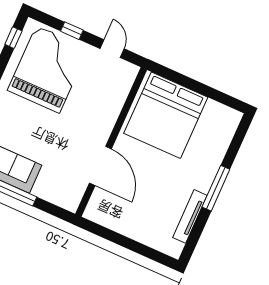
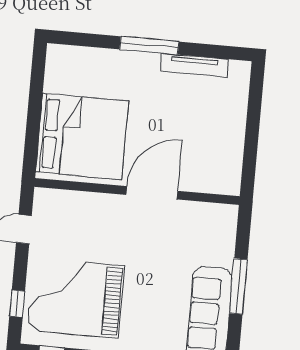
window: (72, 31) -> (17, 304), moved
door: (100, 166) -> (152, 193), moved

